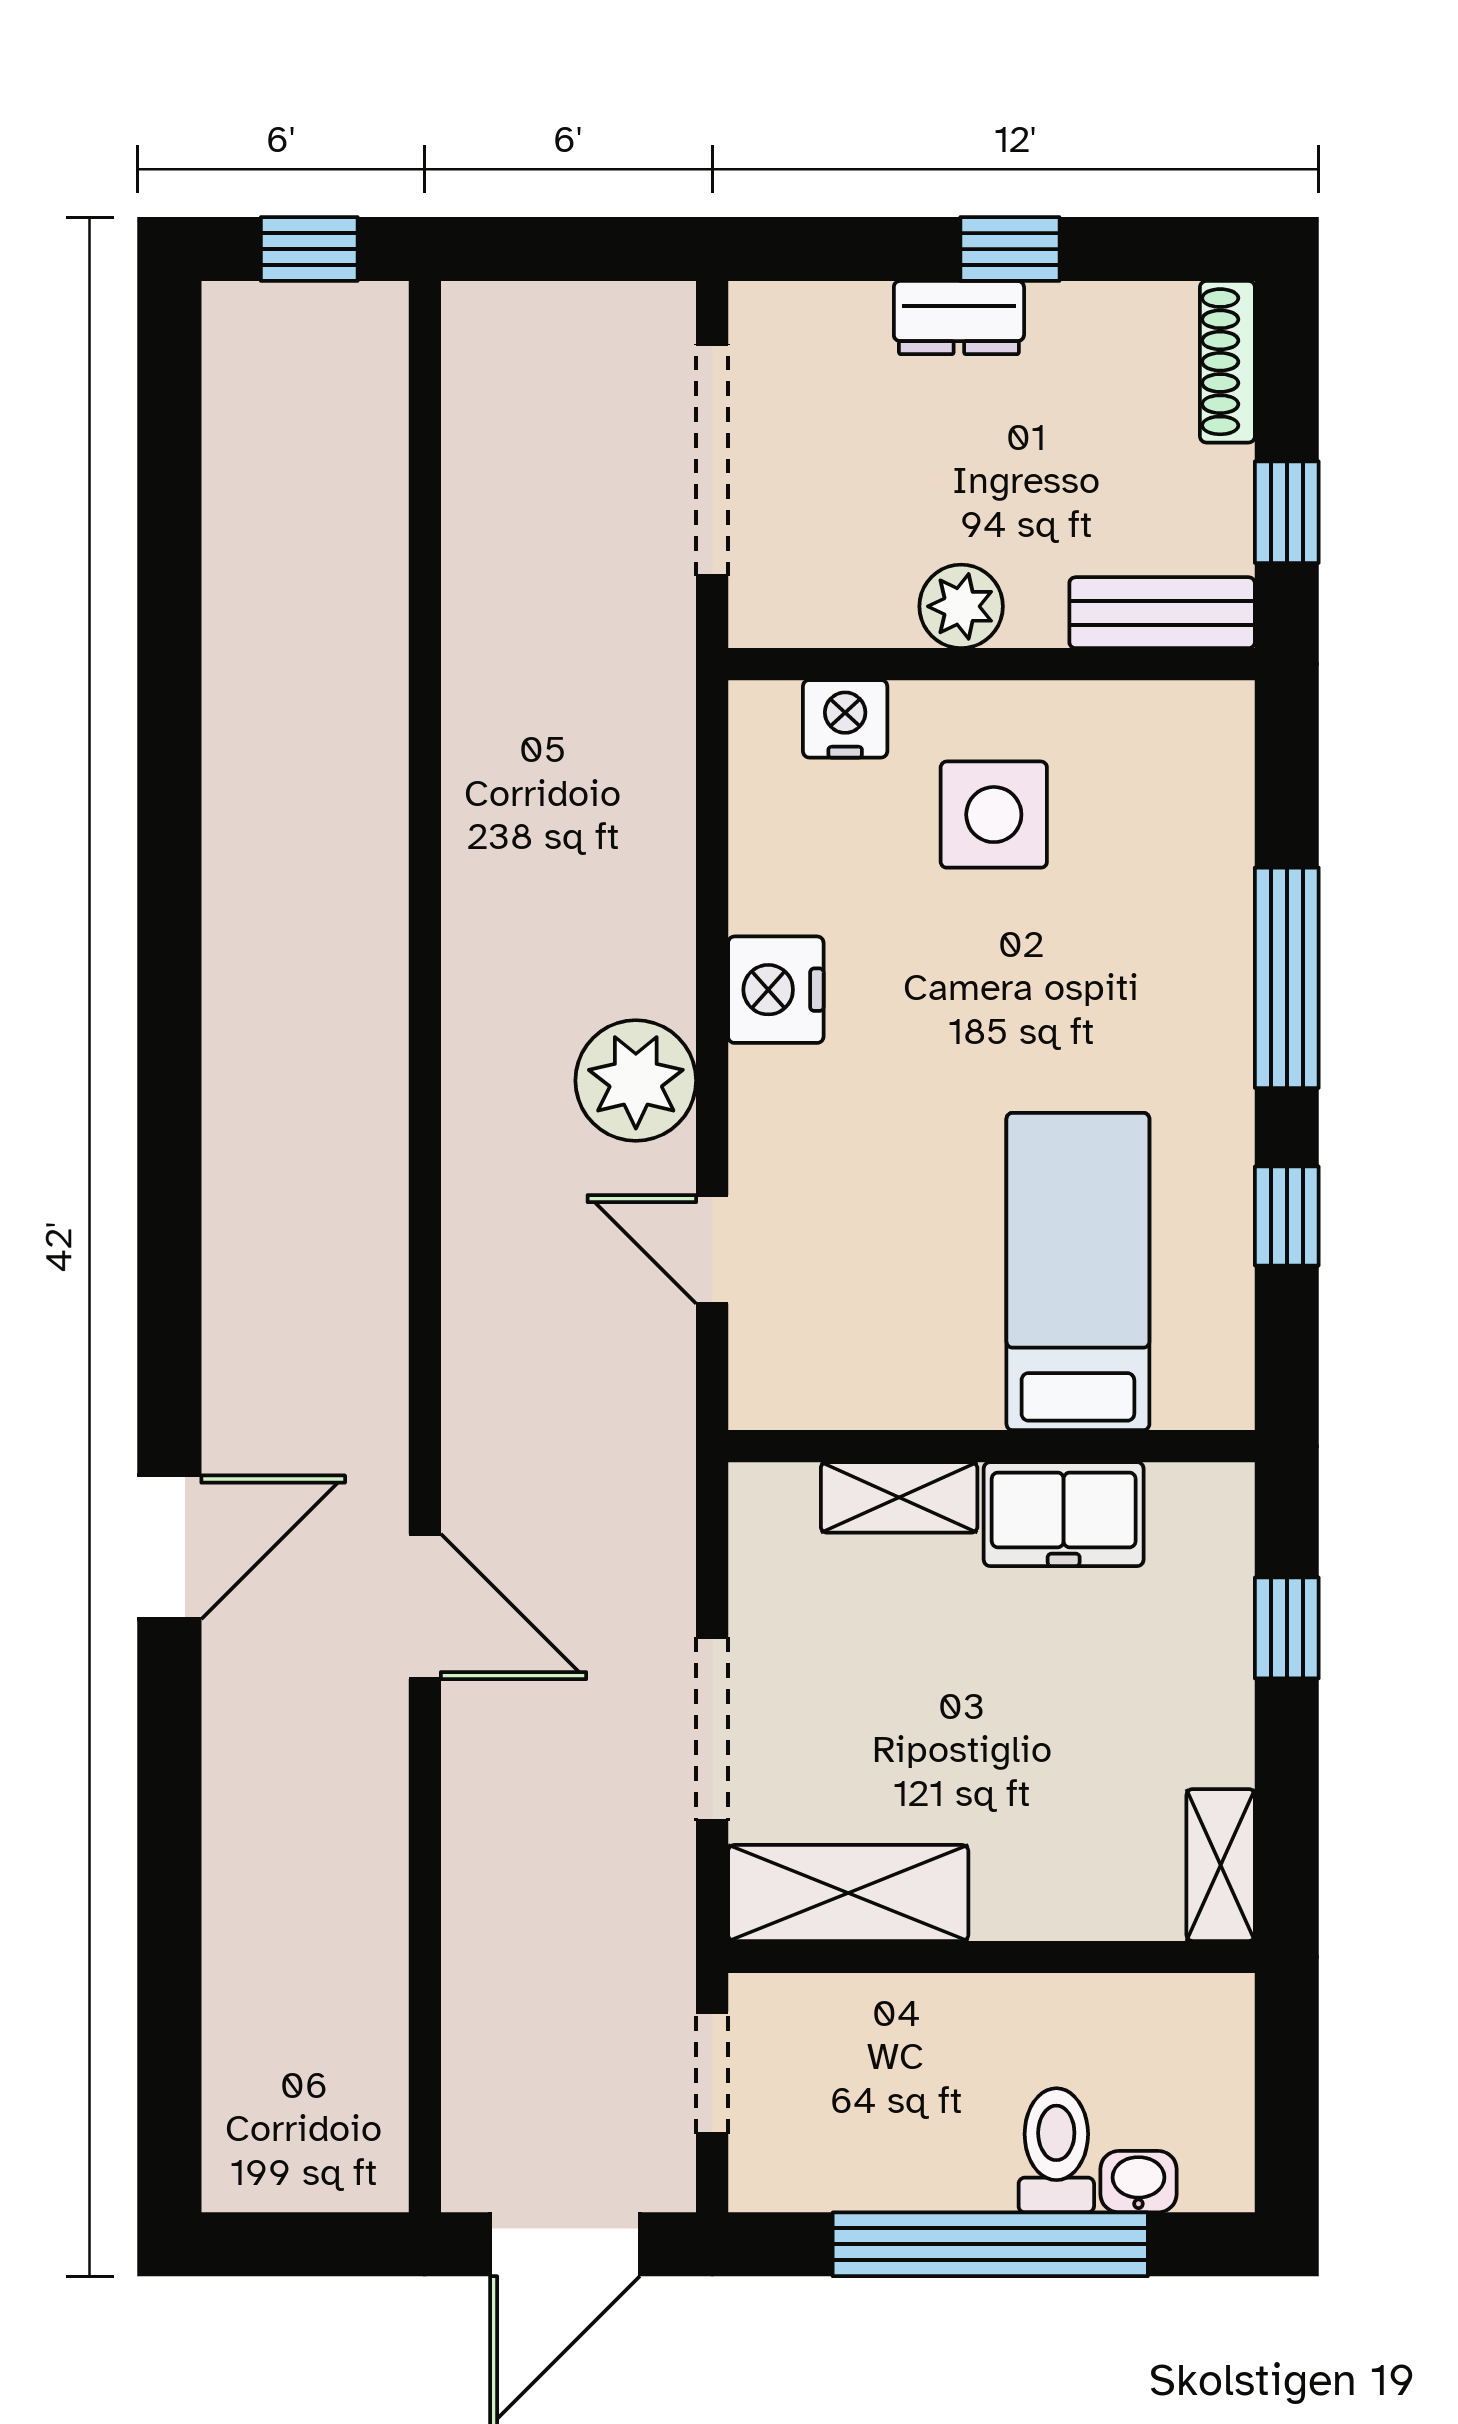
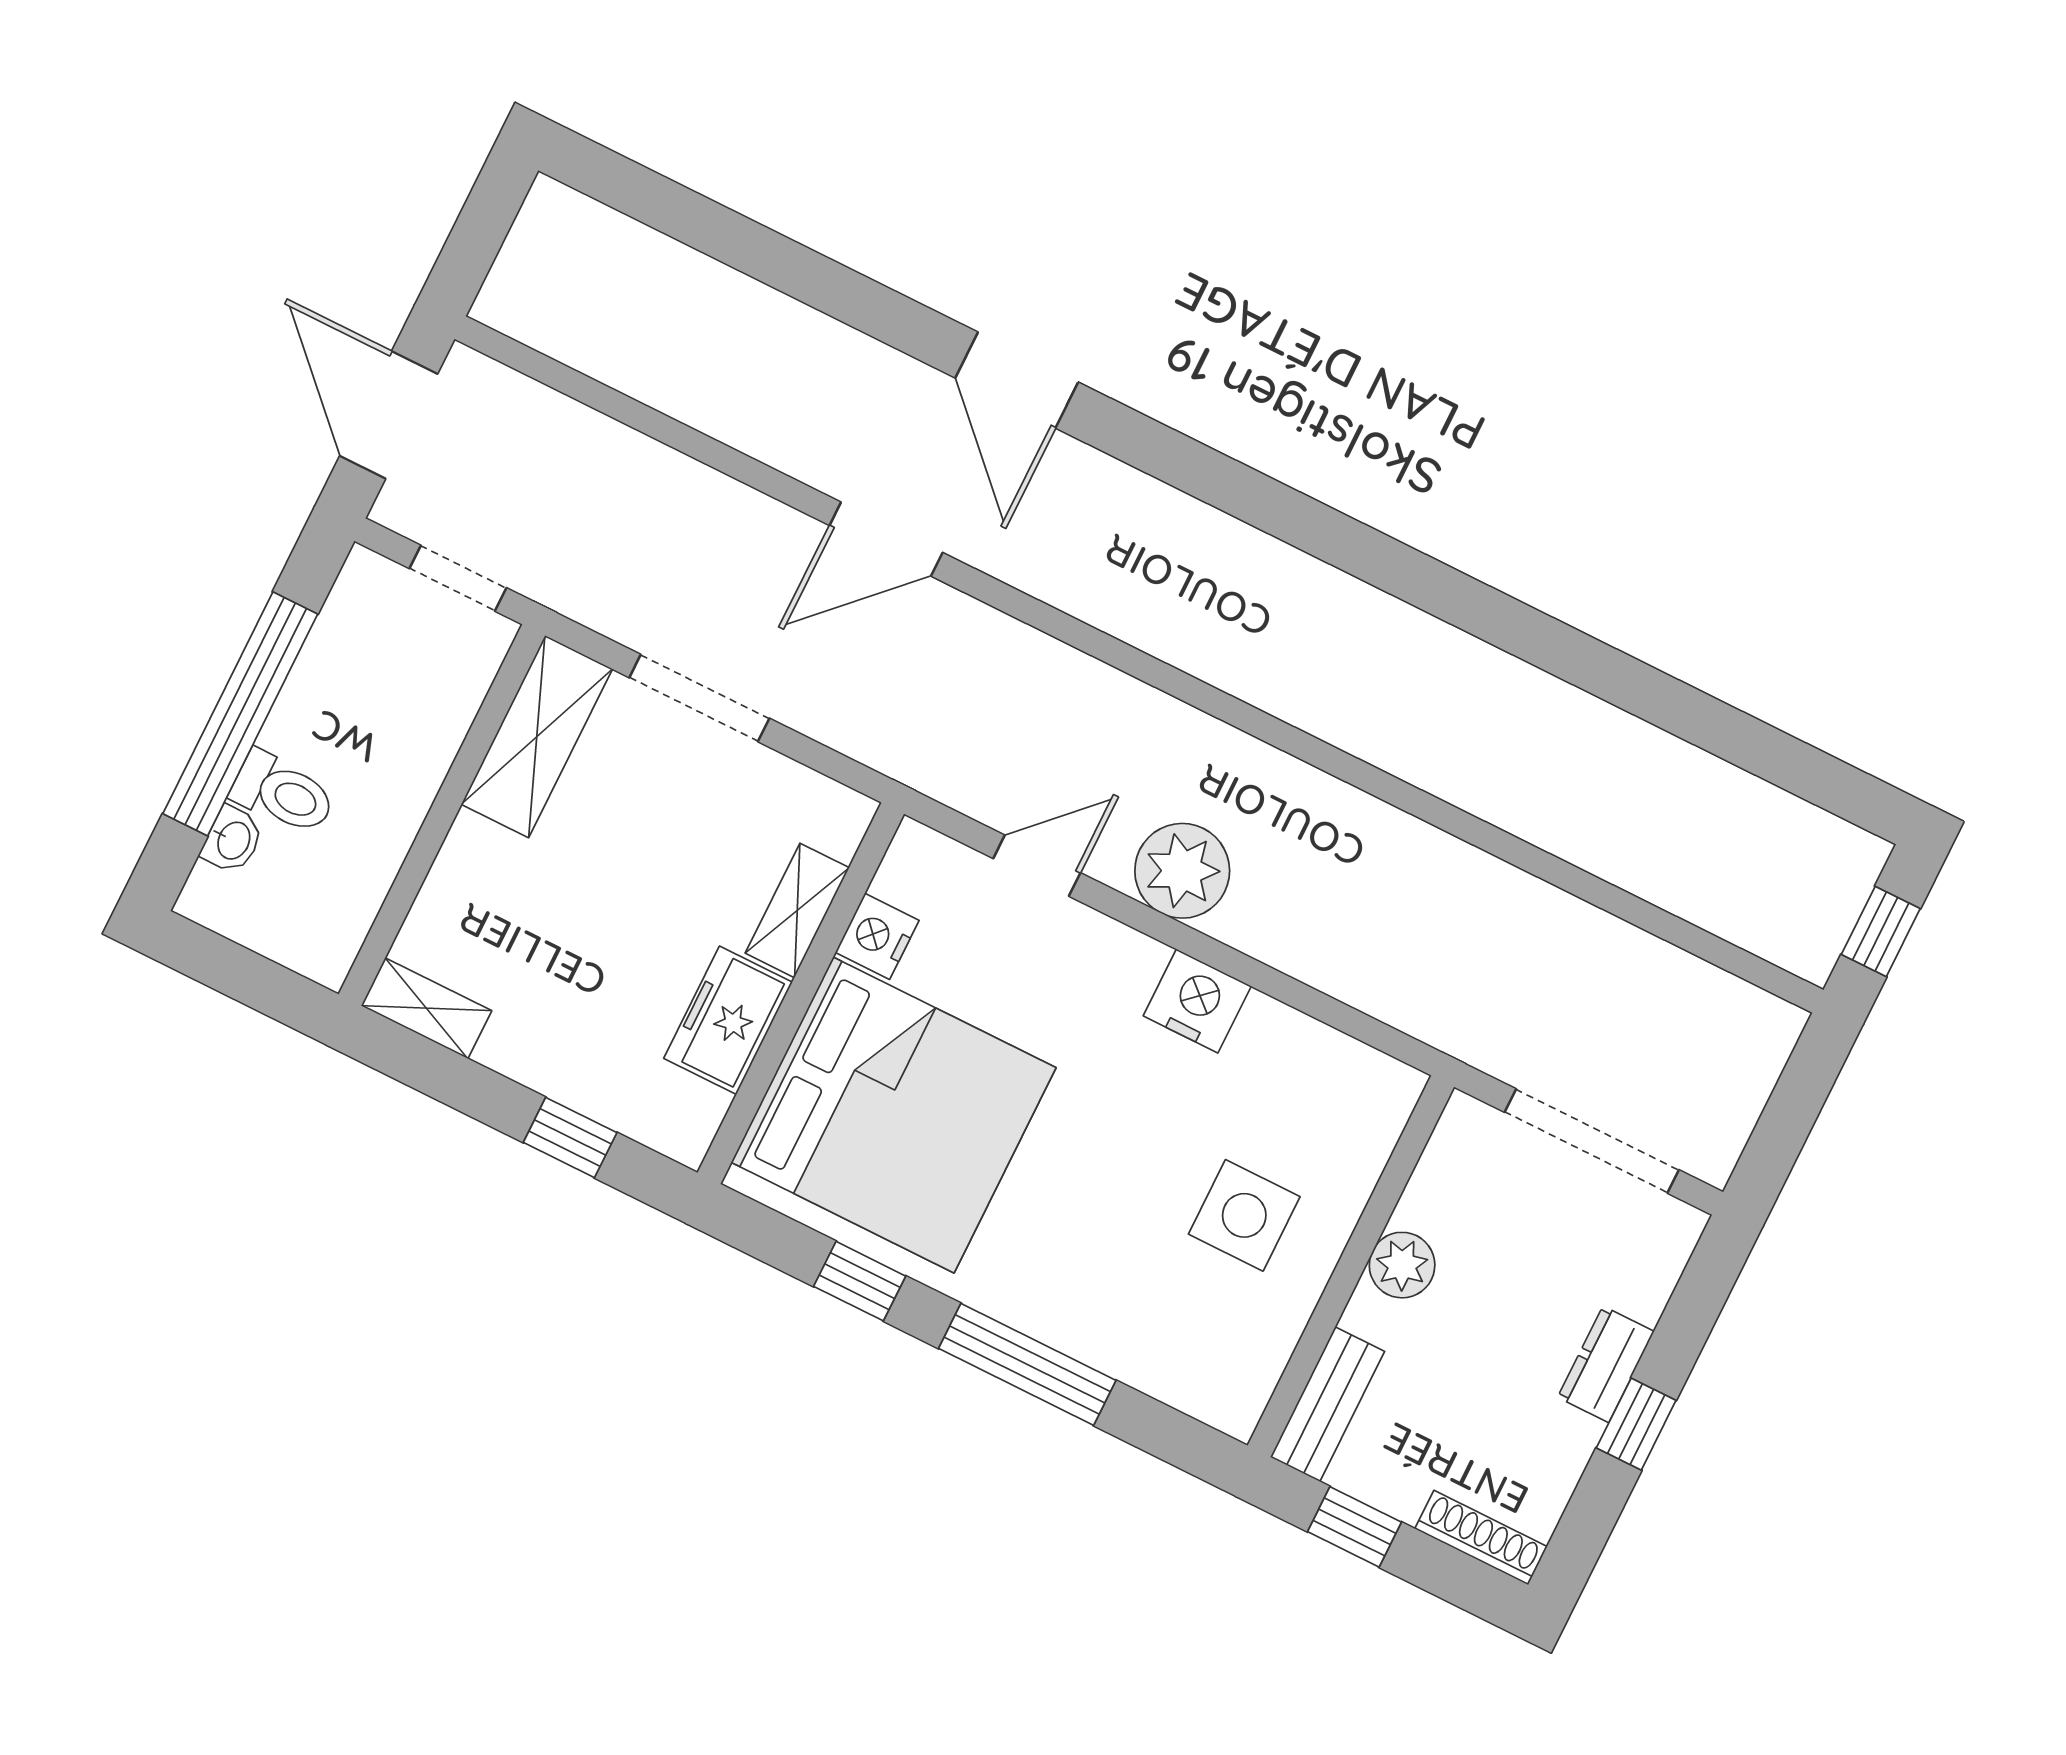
nightstand: (845, 719) -> (877, 936), moved, turned 180
bed: (1078, 1272) -> (894, 1115), width x2.04

